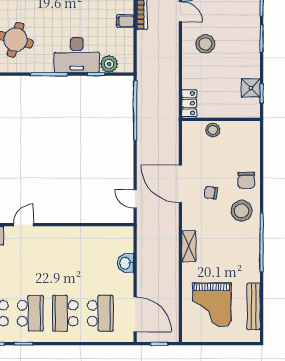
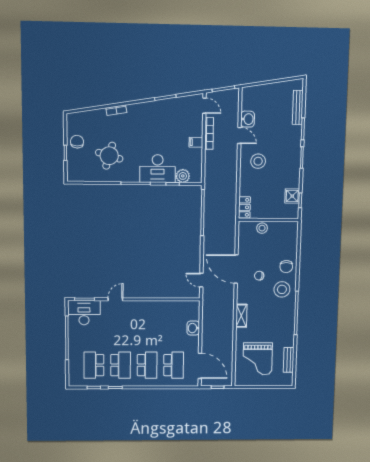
bench: (254, 306) -> (289, 360), width x0.73
school desk: (65, 313) -> (147, 365), turned 180

